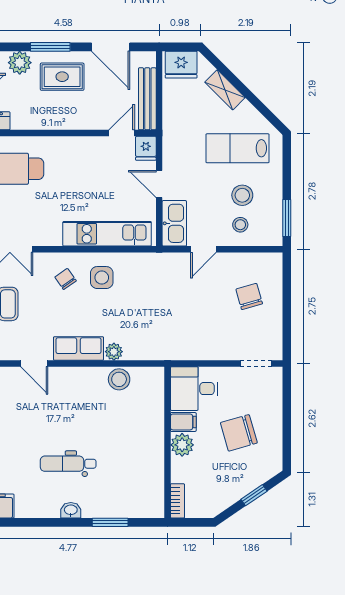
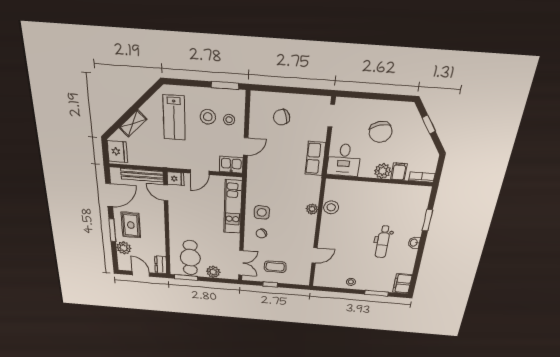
kitchen sink: (174, 223) -> (231, 165), width x0.73
door: (203, 249) -> (246, 146), hinge flipped
row of seats: (79, 348) -> (315, 158), moved
filing cabinet: (183, 422) -> (399, 171), moved

